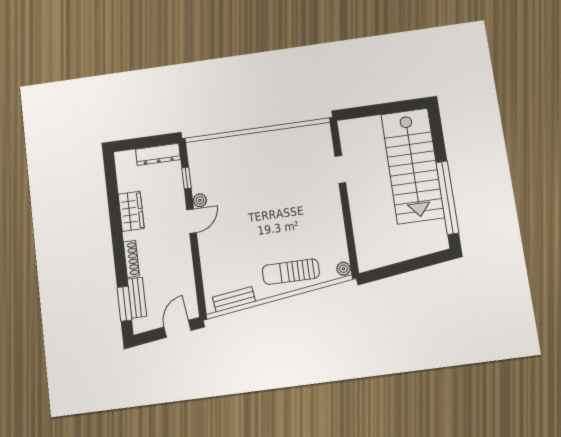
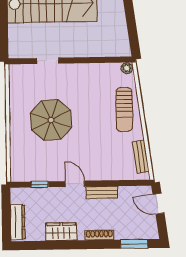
dresser: (158, 154) -> (18, 222), moved
parasol: (267, 182) -> (51, 120), added
plant: (200, 200) -> (59, 175), removed
bench: (137, 298) -> (102, 192), moved

